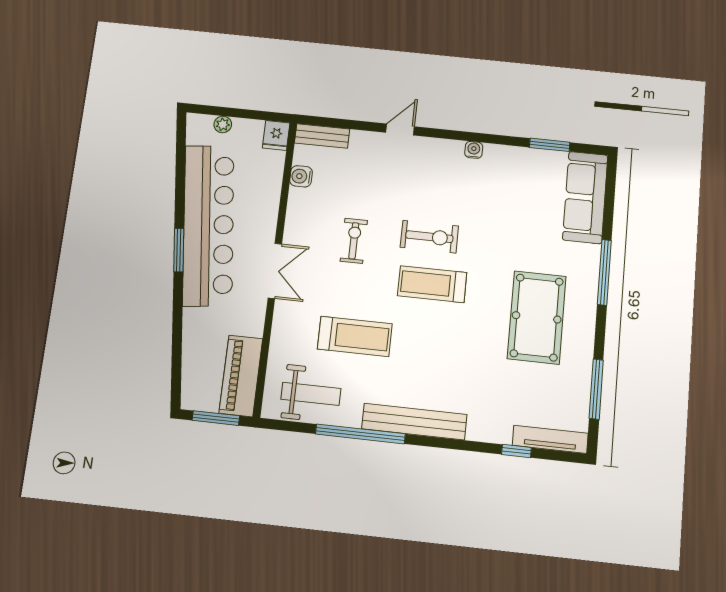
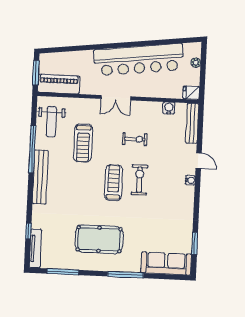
bench: (322, 136) -> (192, 123), width x1.36
water cooler: (474, 150) -> (190, 180), moved
exercise bike: (429, 237) -> (139, 180), turned 180
window: (179, 250) -> (124, 45), removed

